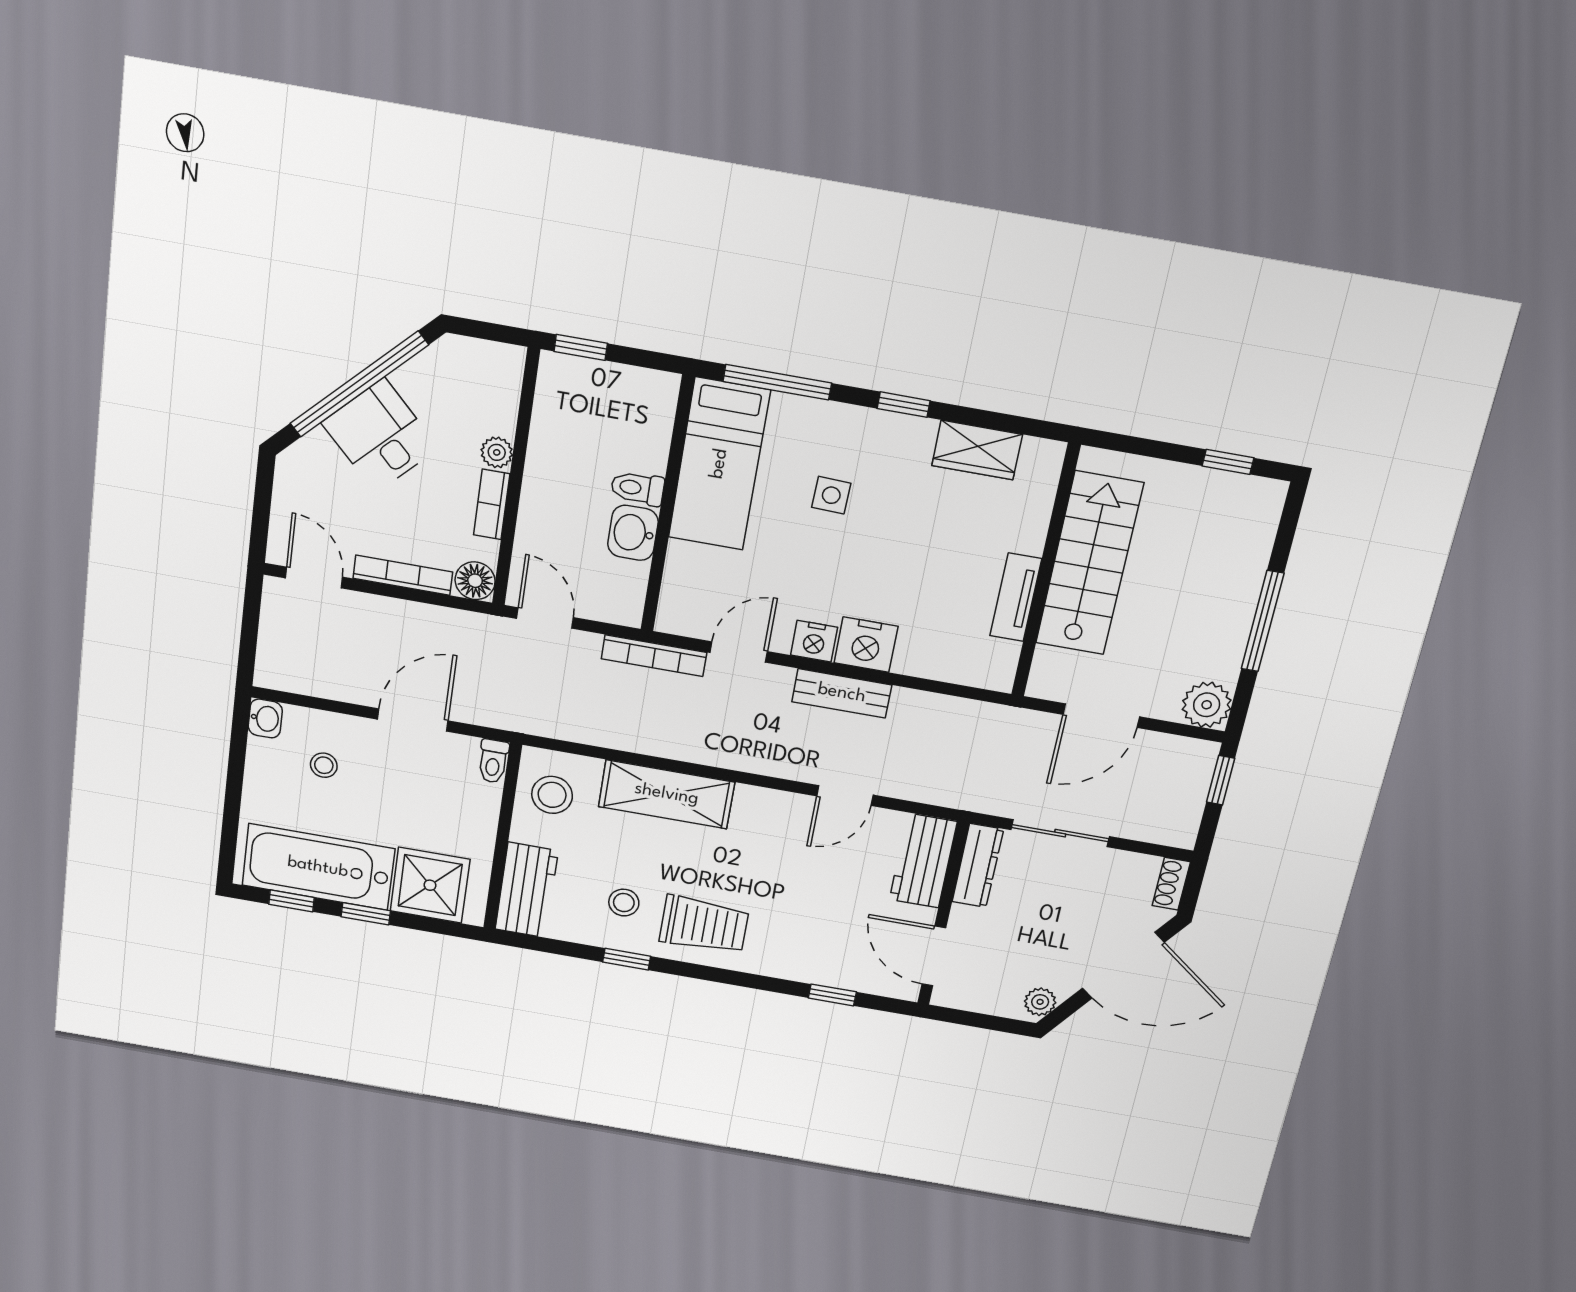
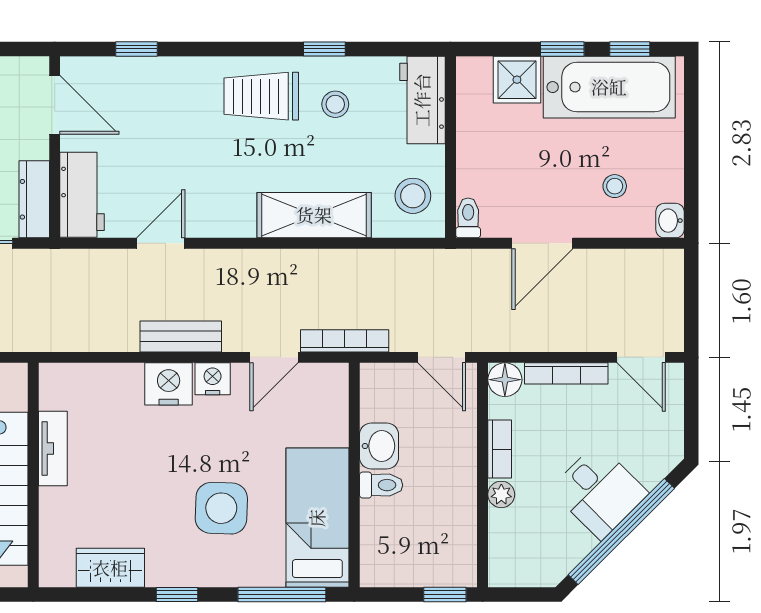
side table: (831, 495) -> (221, 508), width x1.87, depth x1.87
shower: (430, 885) -> (517, 80), width x0.73, depth x0.73

